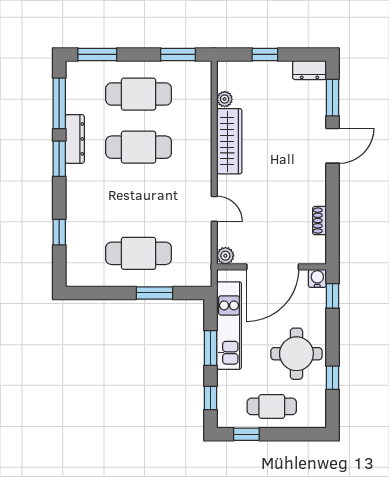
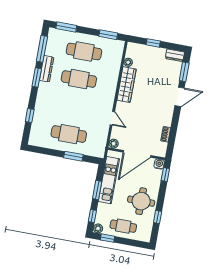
plant: (225, 419) -> (98, 228), added

